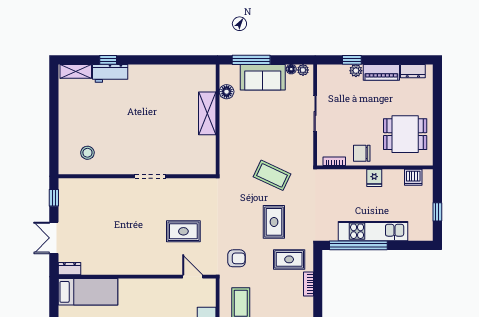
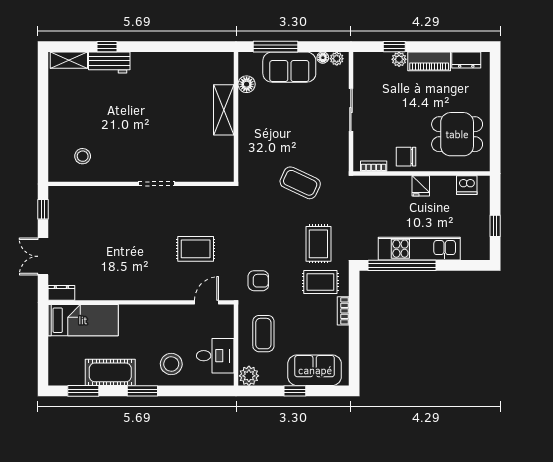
rug: (274, 222) -> (318, 244), moved
door: (193, 277) -> (207, 302), hinge flipped

